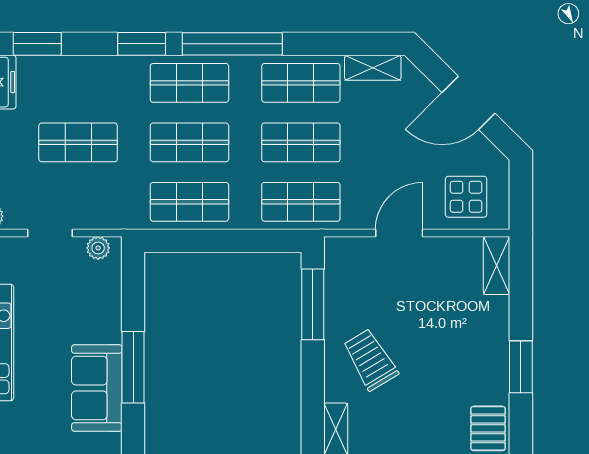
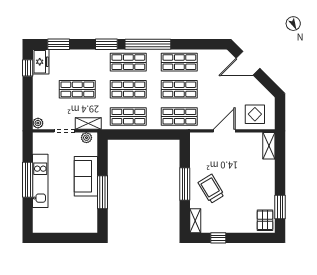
shelving: (373, 68) -> (88, 123), moved
door: (469, 103) -> (248, 63), moved
window: (313, 304) -> (185, 184), moved
window: (521, 367) -> (280, 207), moved
sofa: (97, 388) -> (86, 176), moved

